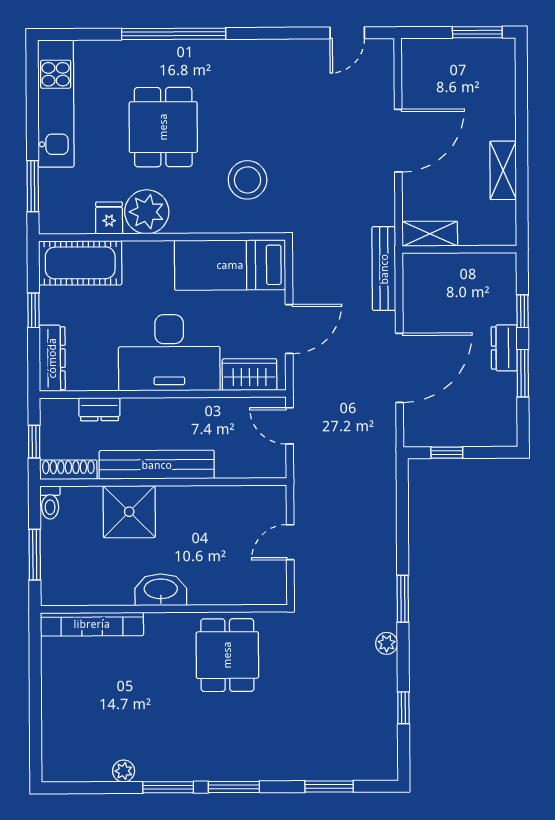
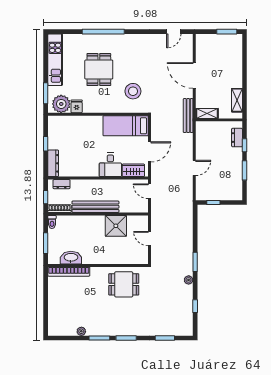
door: (398, 141) -> (194, 76), swing flipped
shelving: (503, 170) -> (237, 100), moved
plant: (147, 212) -> (61, 104), moved
cot: (80, 263) -> (65, 125), removed
bench: (384, 269) -> (188, 116), moved
dresser: (504, 348) -> (237, 138), moved
desk: (169, 353) -> (110, 165), width x0.53, depth x0.77
door: (399, 368) -> (194, 168), width x0.53
dresser: (99, 409) -> (62, 184), moved
shower: (129, 512) -> (116, 226), moved
door: (290, 542) -> (150, 239), hinge flipped
washbasin: (161, 590) -> (71, 258), moved
dining table: (227, 655) -> (124, 284), turned 90

